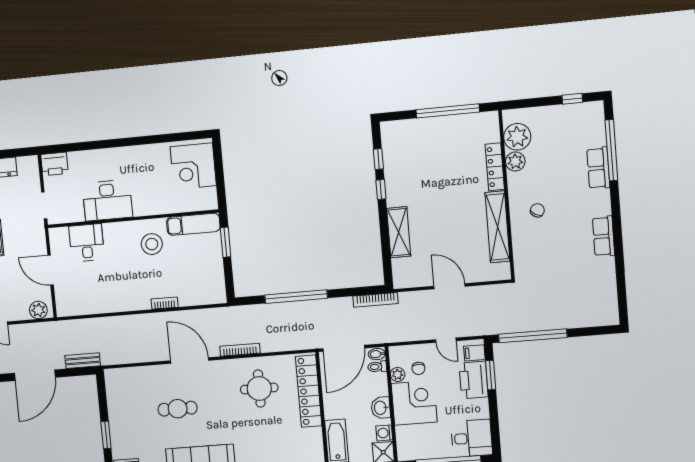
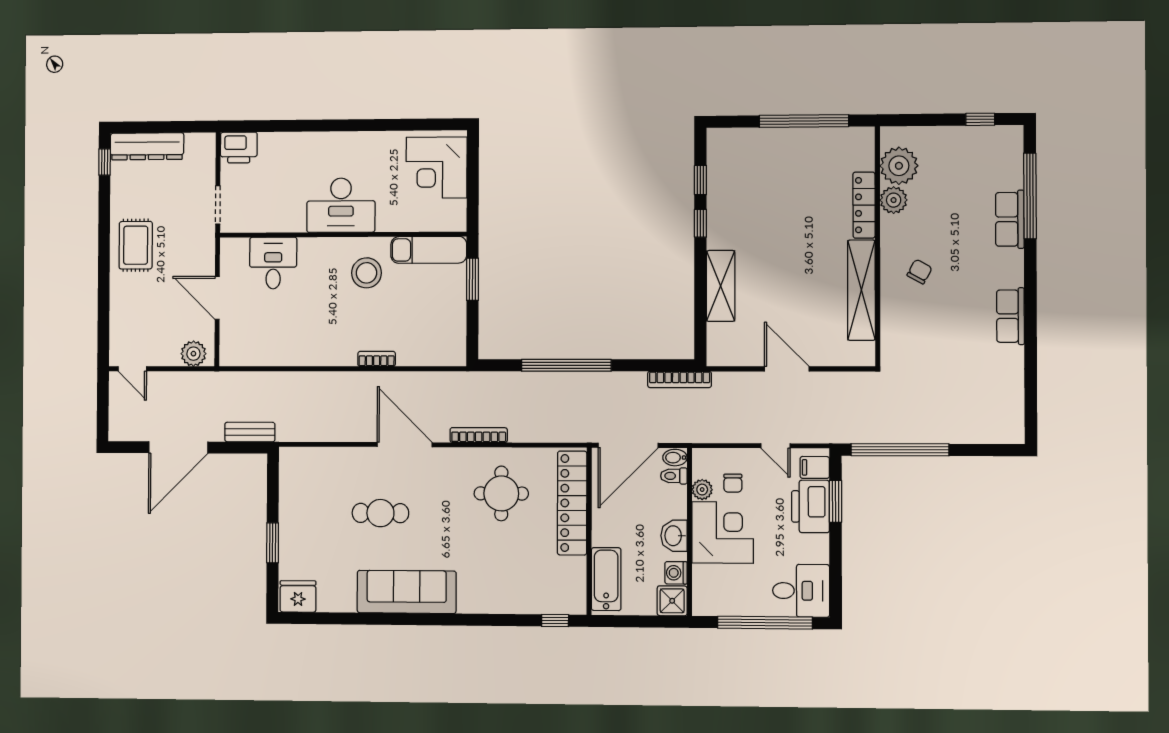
desk: (107, 200) -> (341, 205), moved

